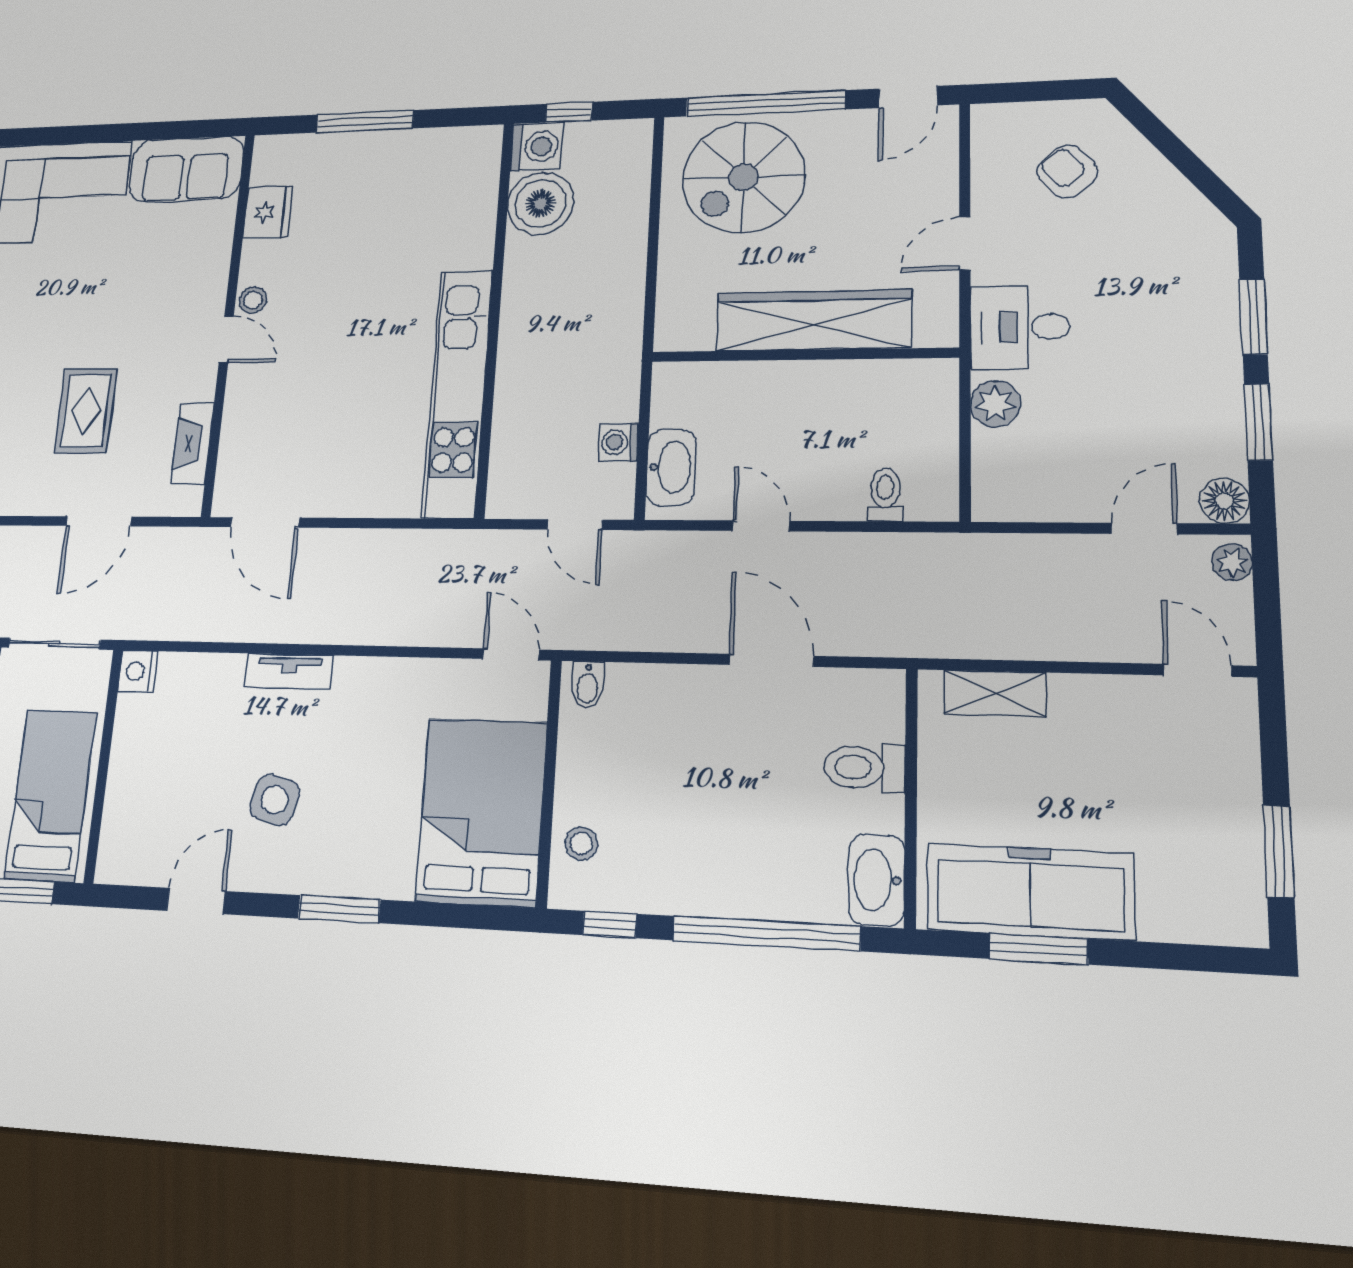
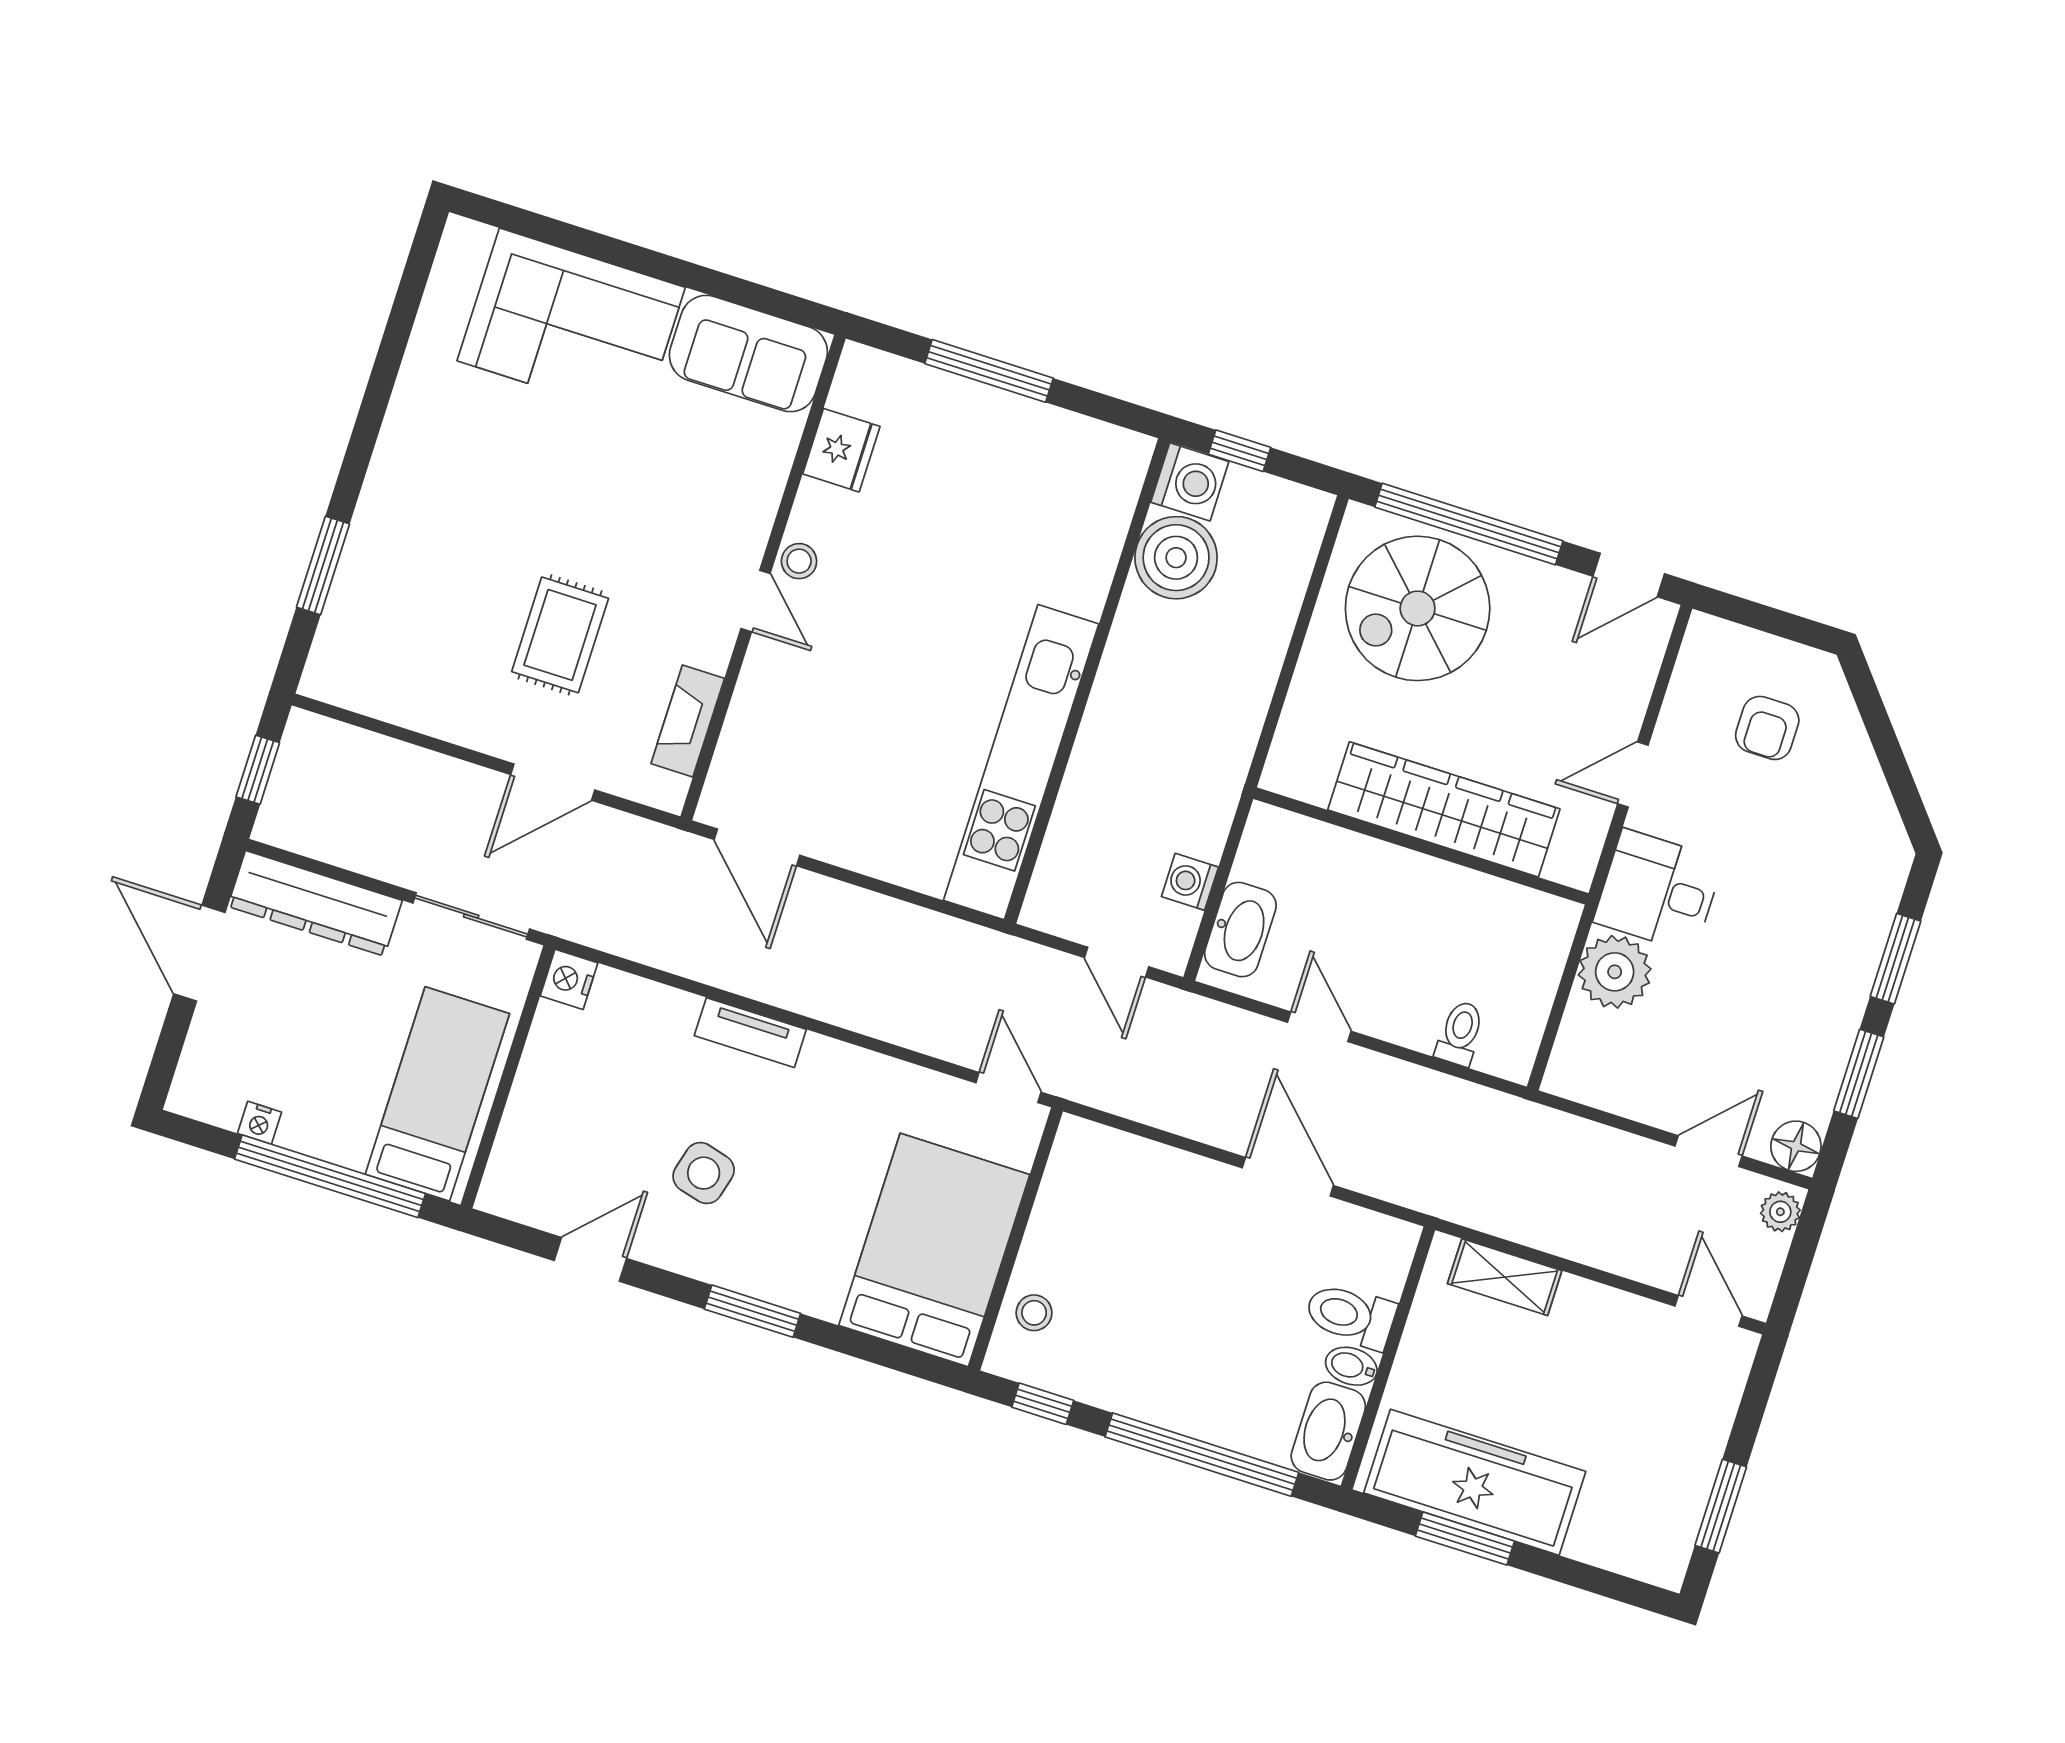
armchair: (1067, 172) -> (1767, 728), turned -139
plant: (995, 404) -> (1615, 972), width x1.36, depth x1.36
bidet: (588, 685) -> (1351, 1366), moved, turned 90

